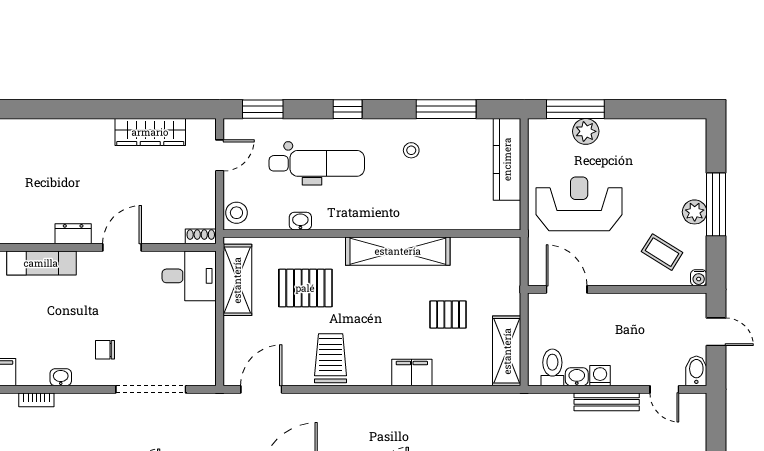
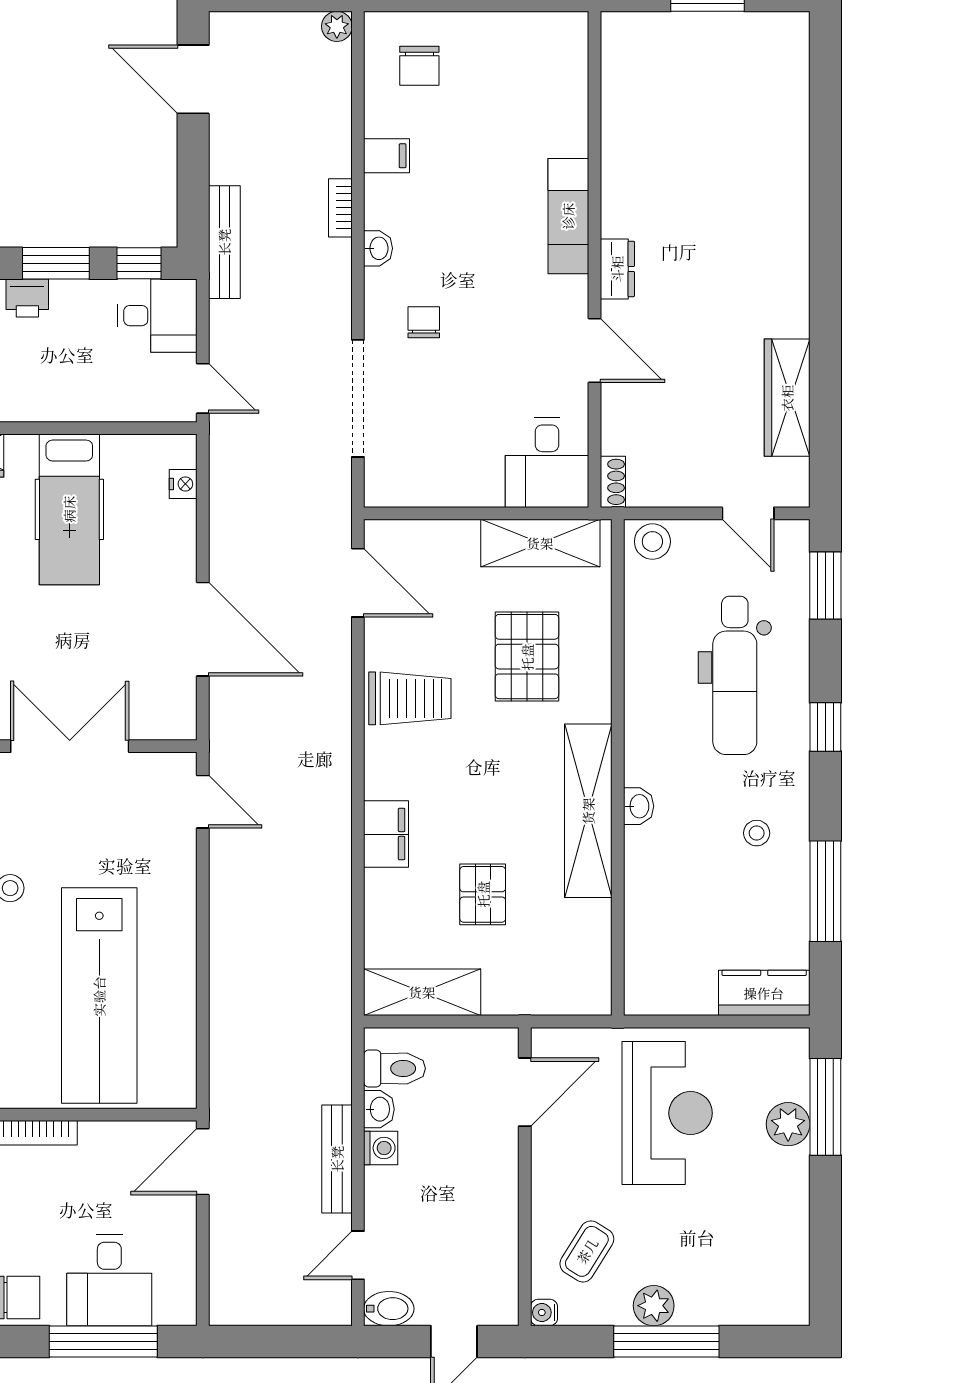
kitchen counter: (507, 159) -> (764, 993), width x0.67
washbasin: (300, 221) -> (639, 806), moved

